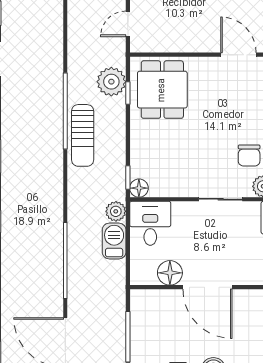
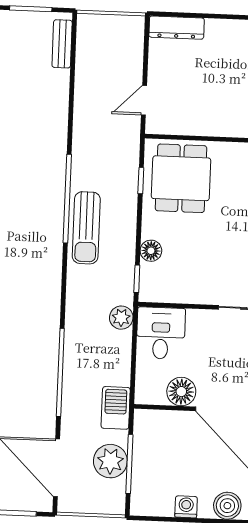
plant: (111, 82) -> (110, 461), moved
floor lamp: (139, 188) -> (151, 251), moved
barbecue: (114, 241) -> (116, 408), moved

